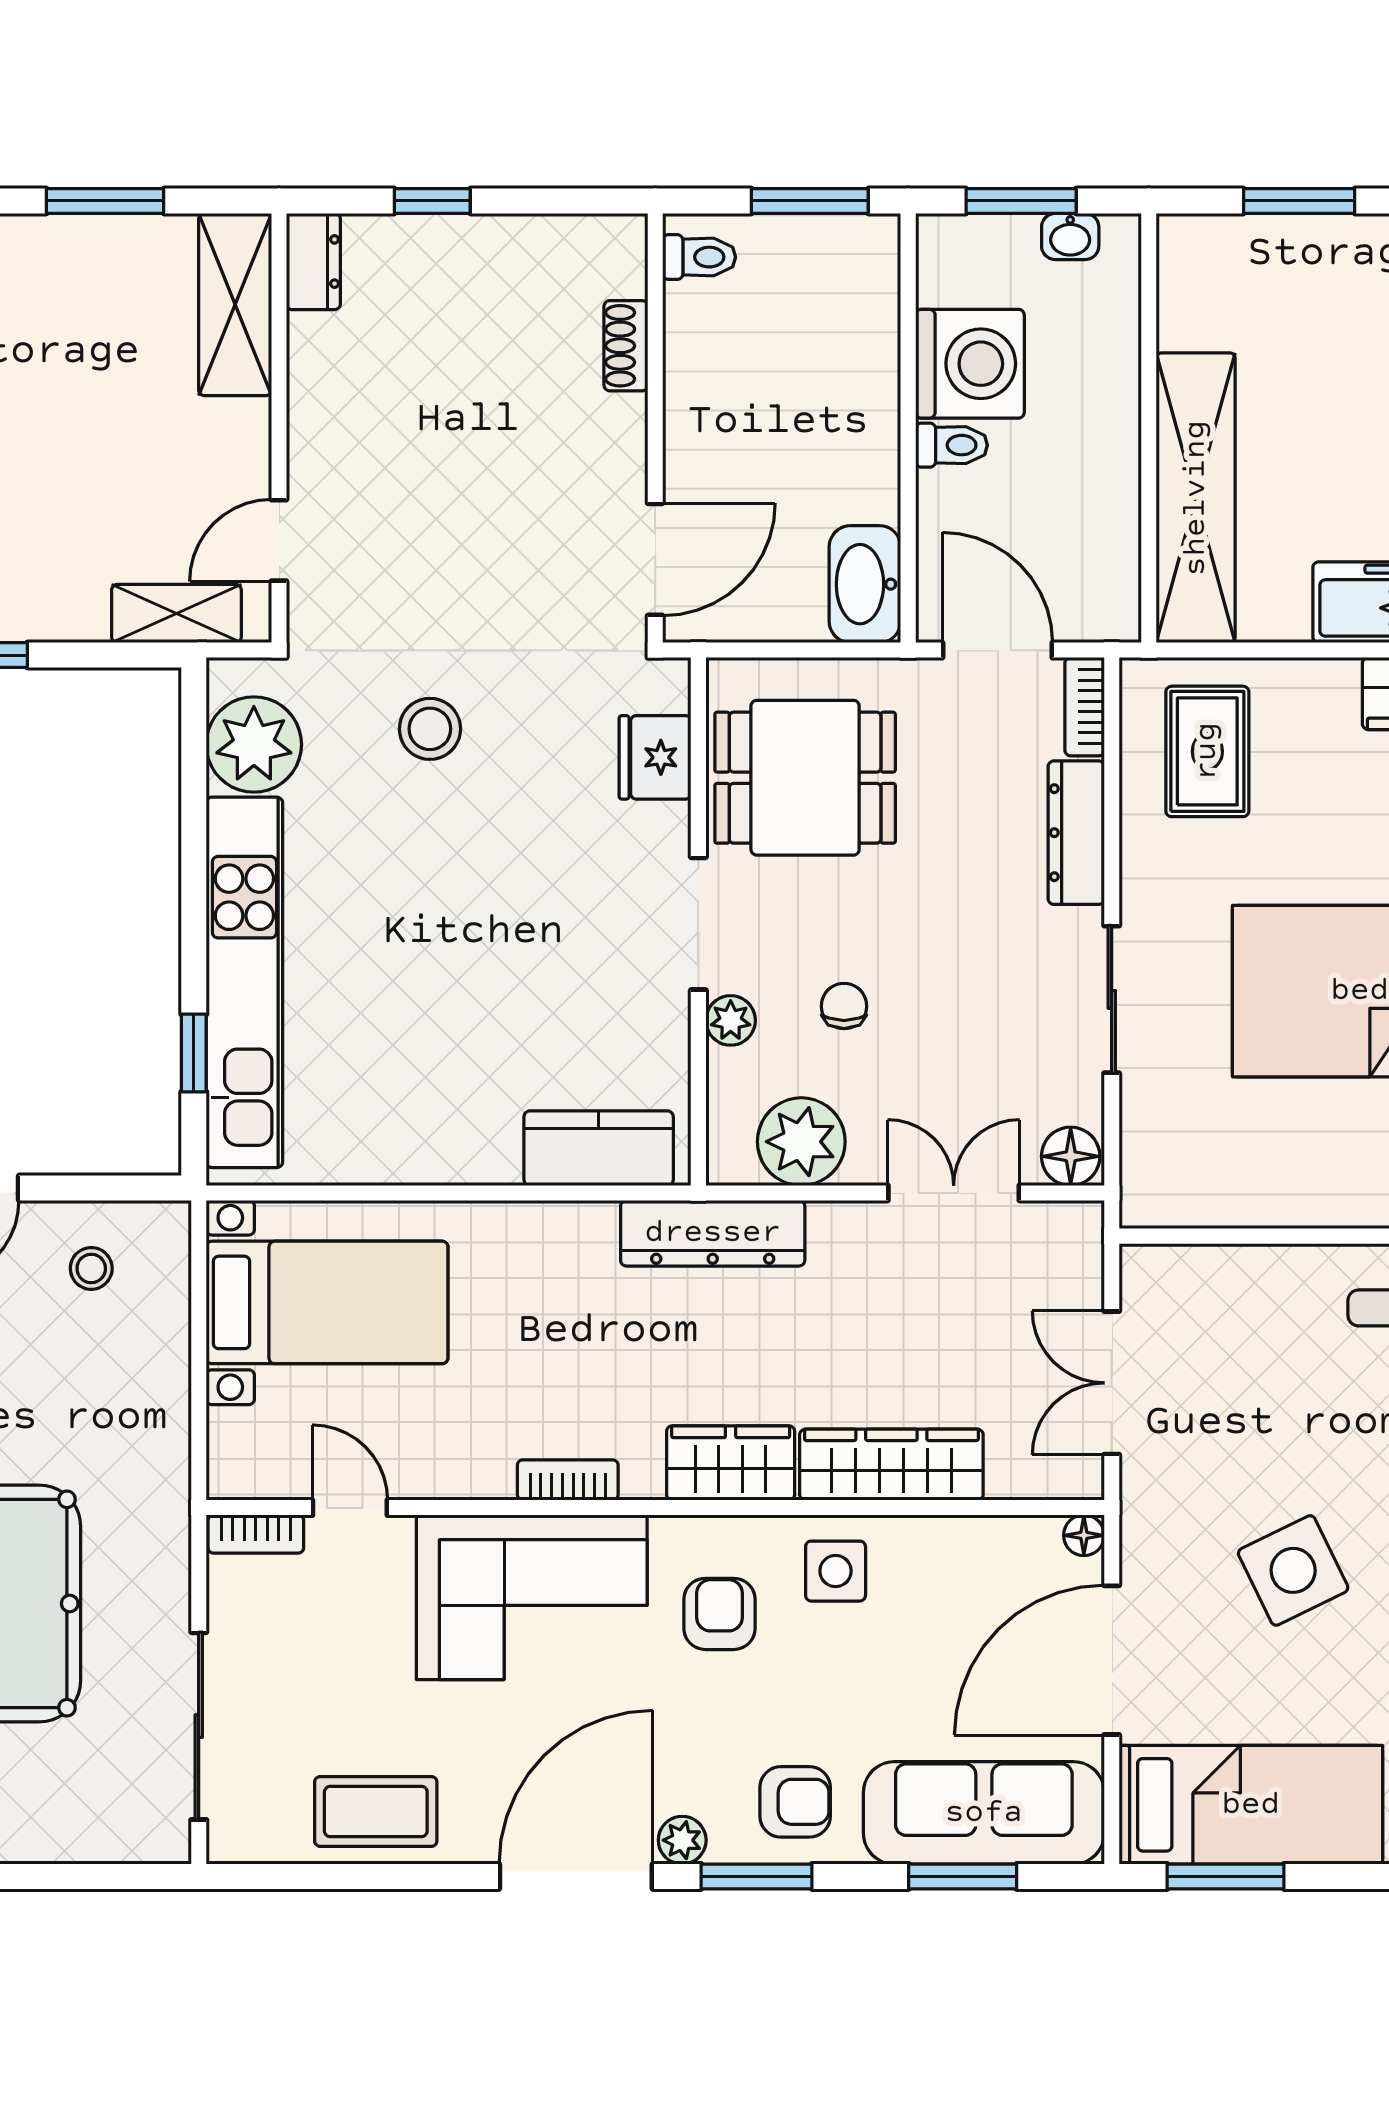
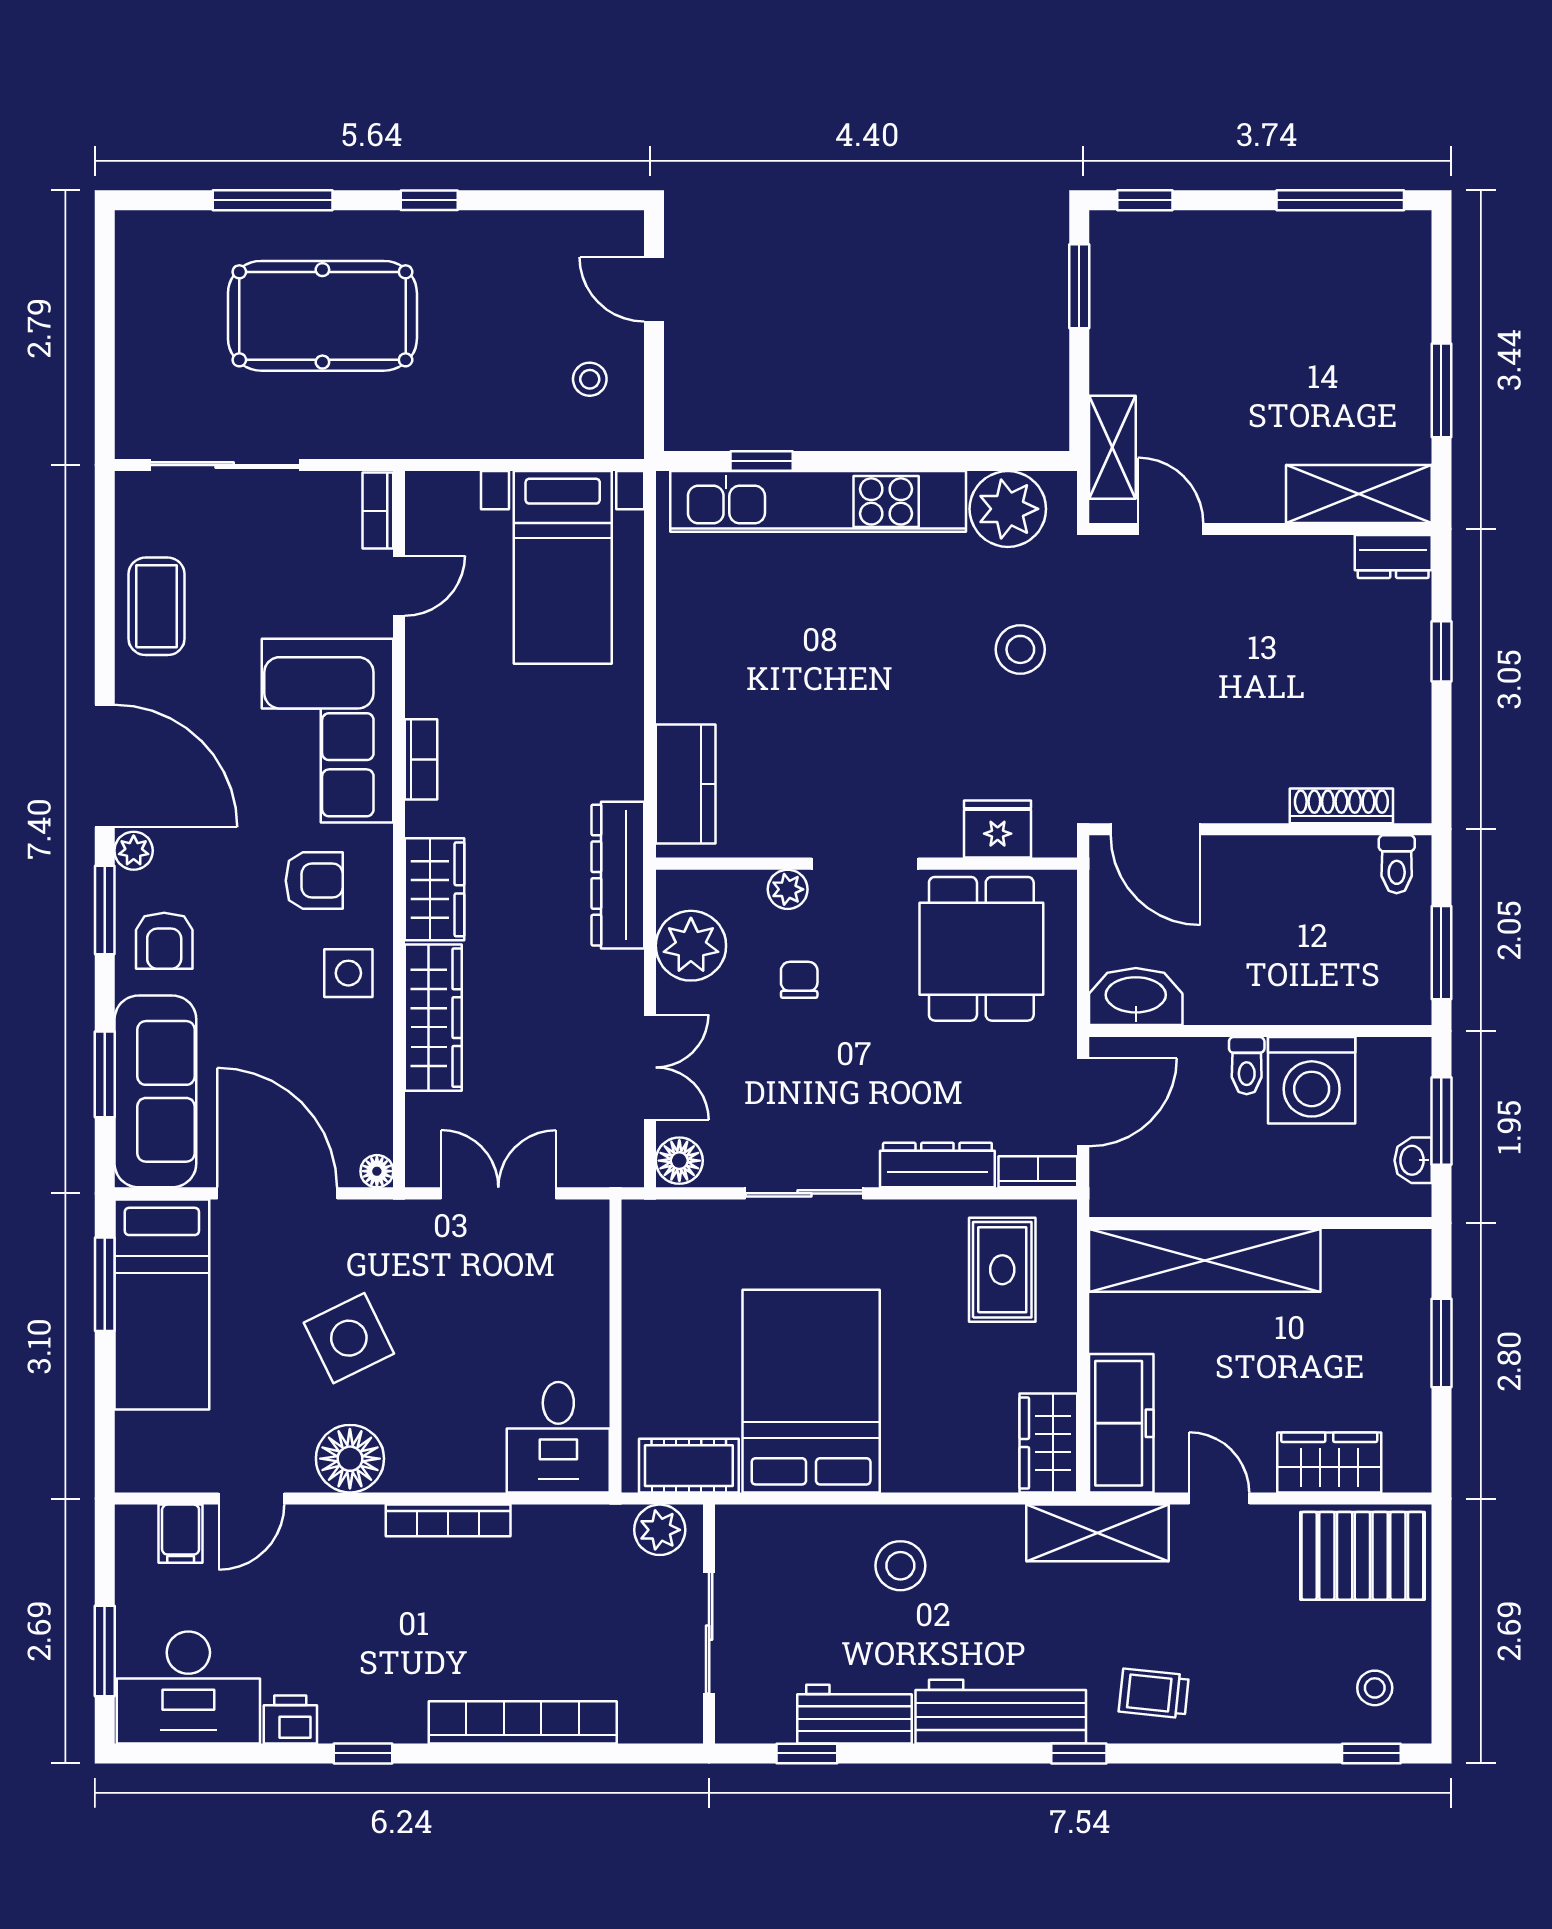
shoe rack: (626, 346) -> (1341, 806), width x1.43
rug: (1207, 751) -> (1002, 1270), turned 90
chair: (844, 1006) -> (799, 980), turned -90

